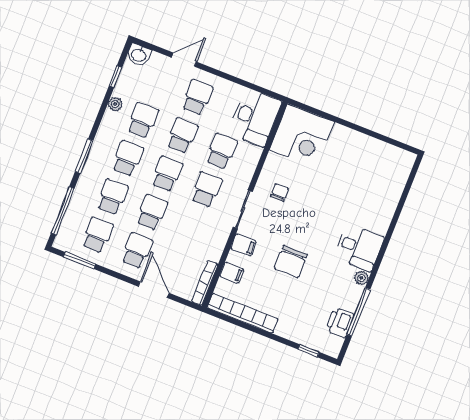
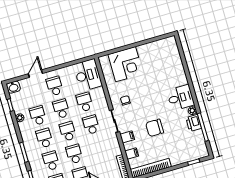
corner desk: (302, 136) -> (126, 64), moved
chair: (291, 262) -> (155, 128), turned 90
printer: (340, 322) -> (194, 123), moved

